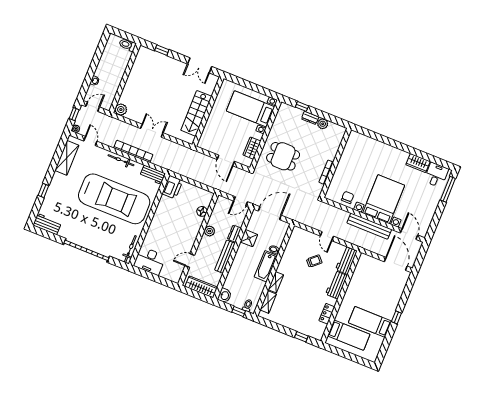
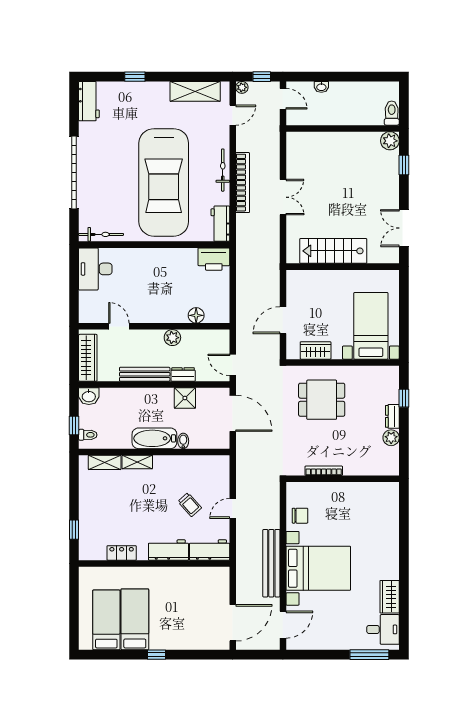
plant: (121, 110) -> (390, 141), moved
dining table: (283, 156) -> (322, 400), turned 90
bed: (349, 335) -> (106, 620), moved, turned 180

